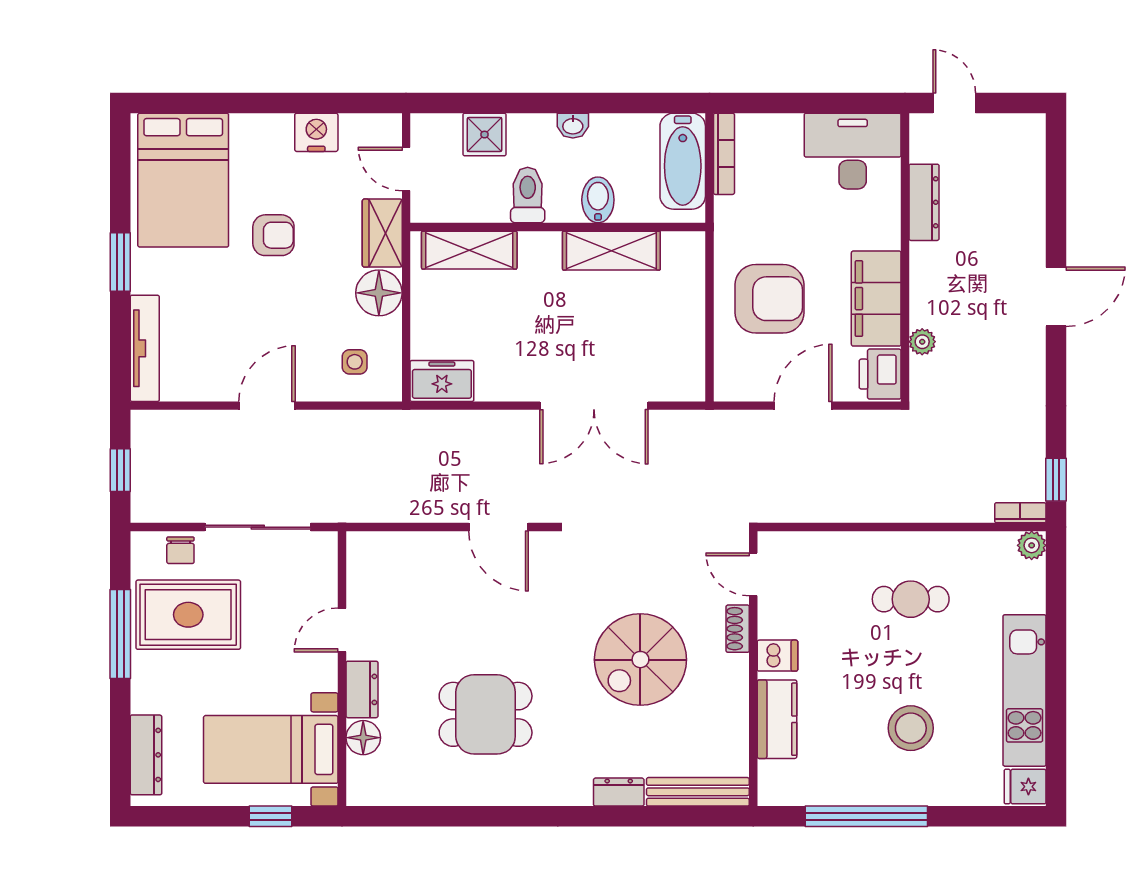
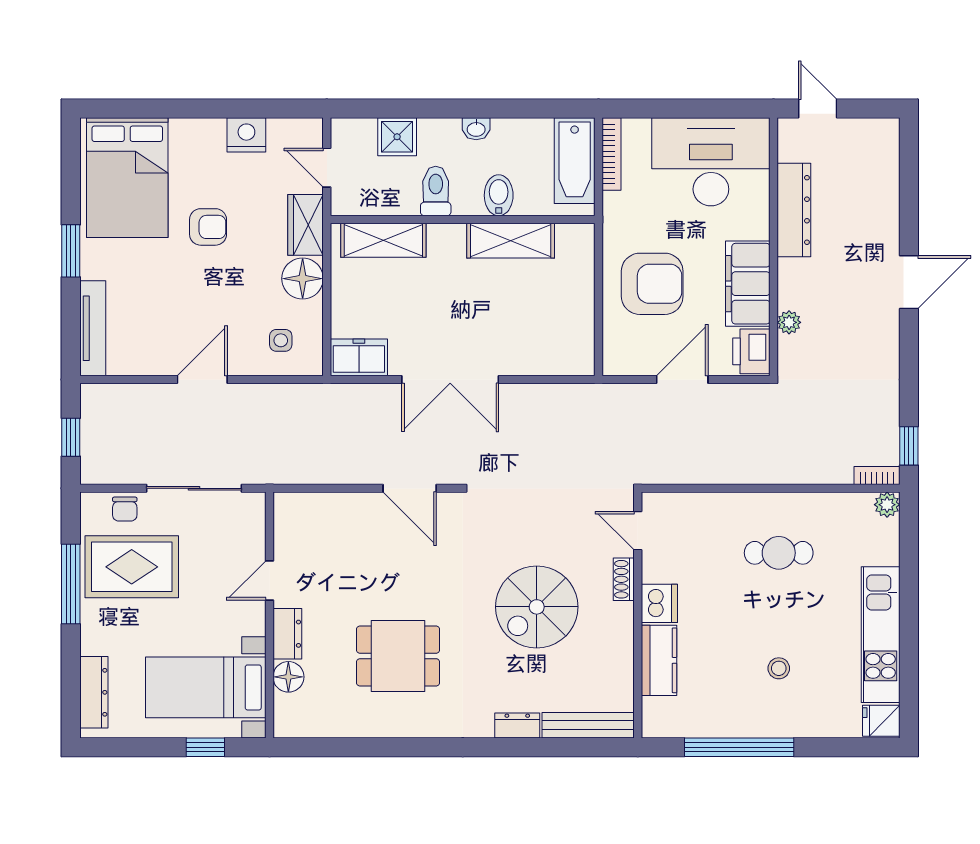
desk: (853, 151) -> (711, 162), width x1.36, depth x1.30
dresser: (924, 202) -> (794, 210), width x1.37, depth x1.24
double door: (594, 406) -> (450, 380), moved
dishwasher: (777, 656) -> (659, 603), width x1.38
stool: (911, 728) -> (779, 668), width x0.53, depth x0.53

